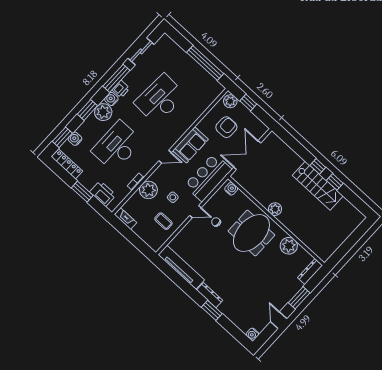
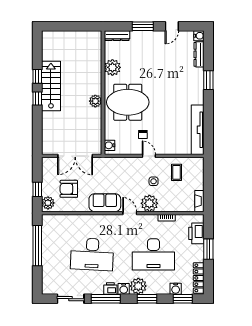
bar counter: (208, 177) -> (117, 169), removed
plant: (148, 190) -> (149, 203), moved
dresser: (210, 295) -> (199, 54), moved

